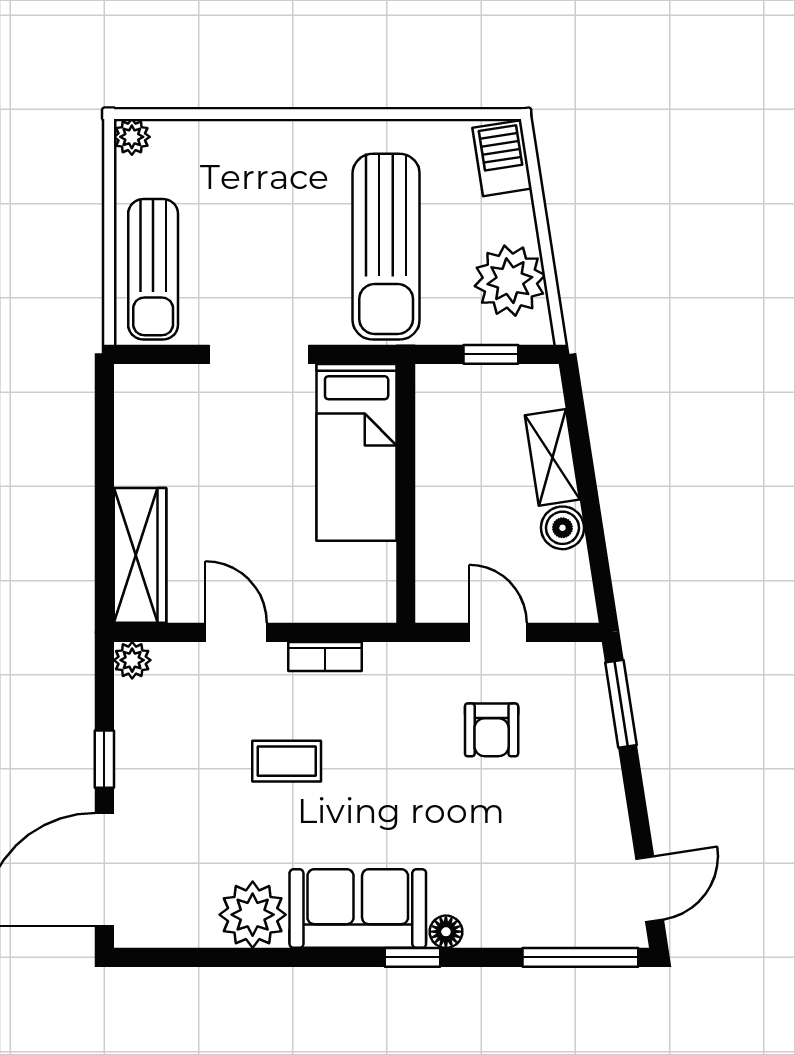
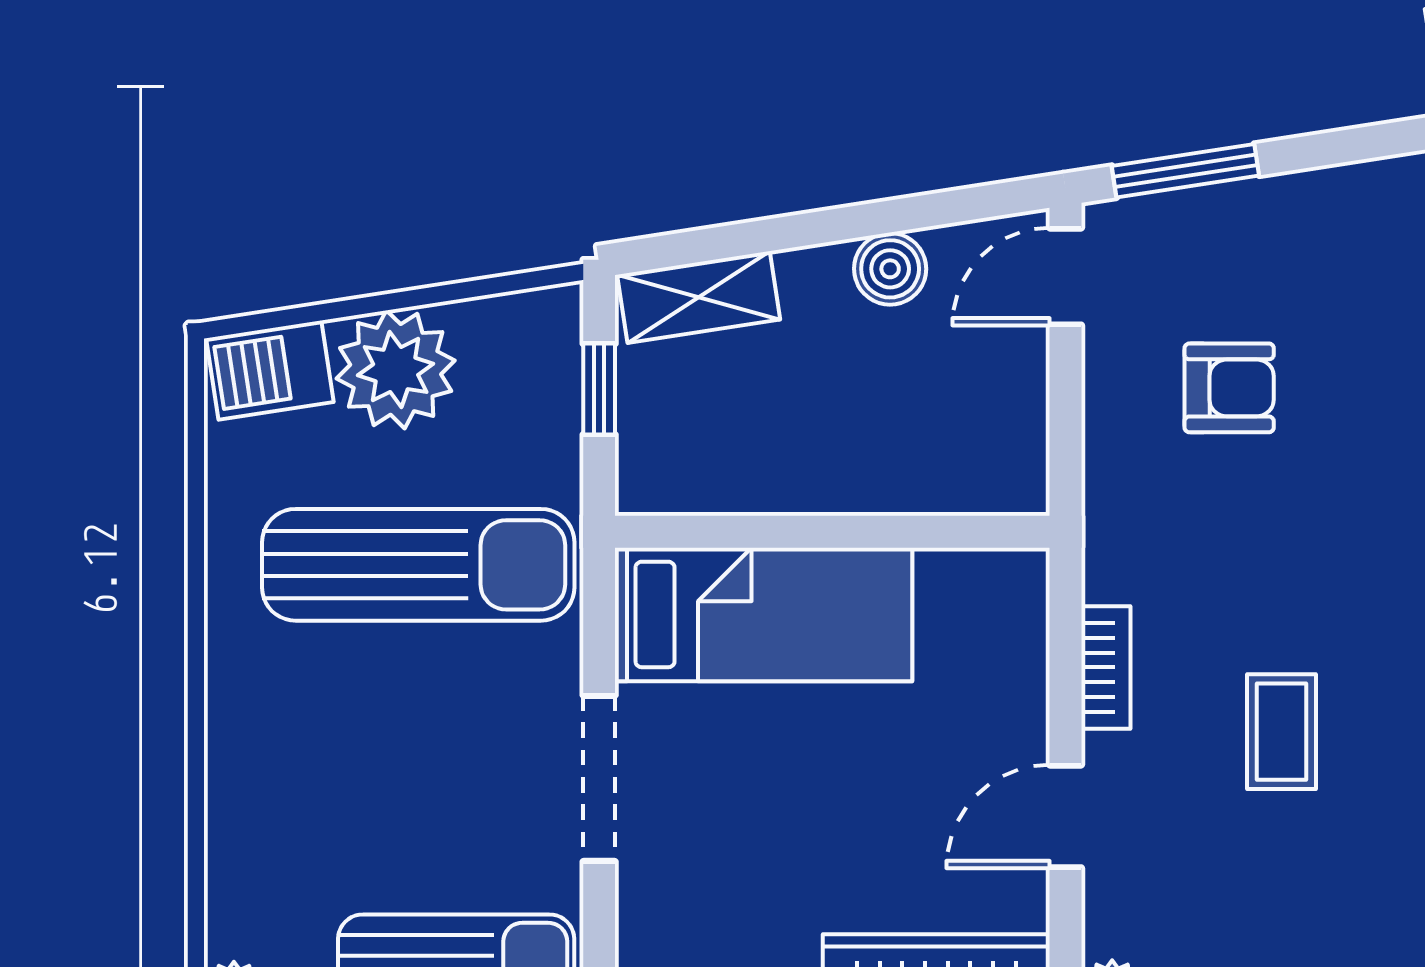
plant: (510, 281) -> (396, 369), moved
shelving: (552, 457) -> (699, 297), moved
door: (498, 632) -> (1066, 277), moved

